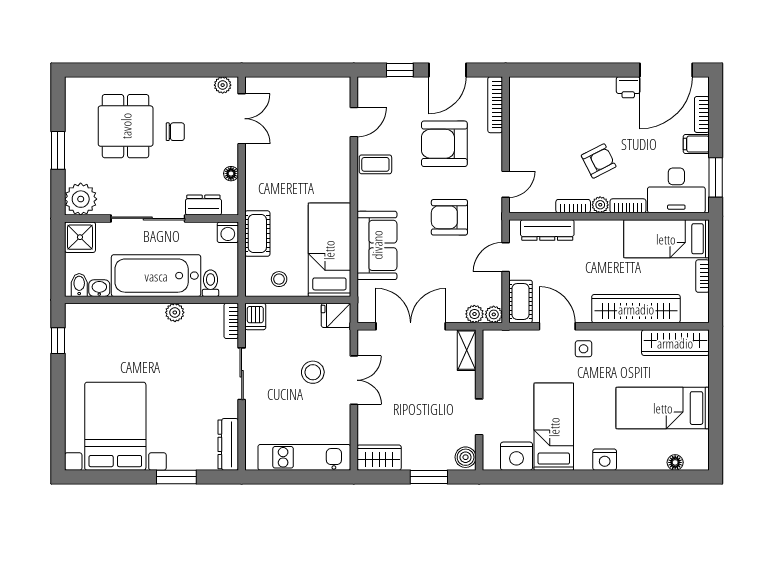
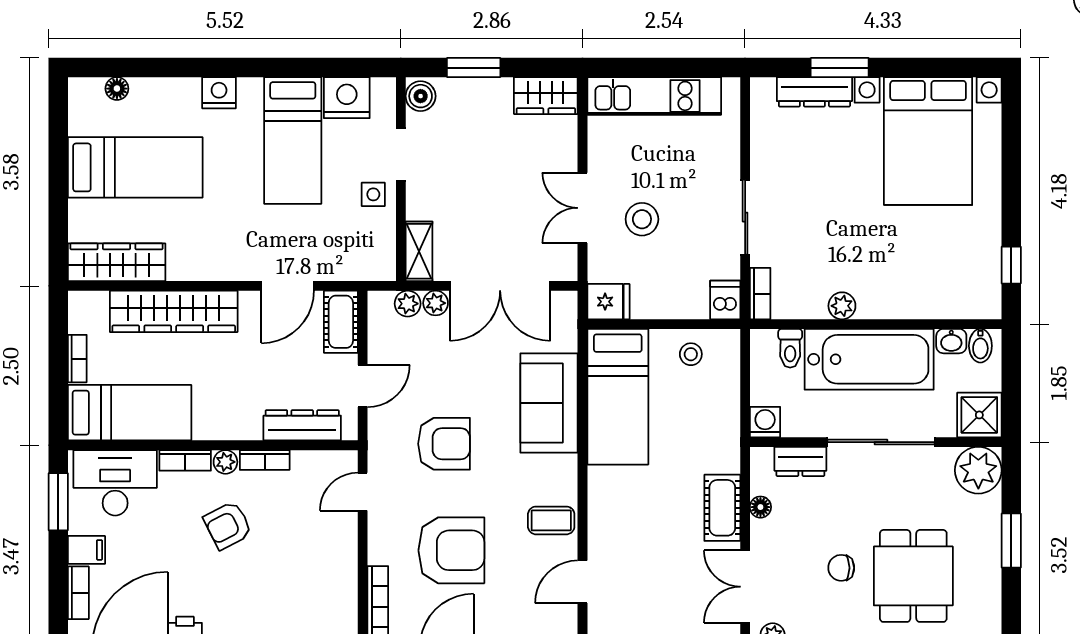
cot: (257, 234) -> (722, 508), moved
plant: (494, 314) -> (436, 303), moved
door: (557, 326) -> (288, 286), hinge flipped
side table: (584, 349) -> (373, 194), moved
dresser: (228, 444) -> (814, 92), moved, turned 90

